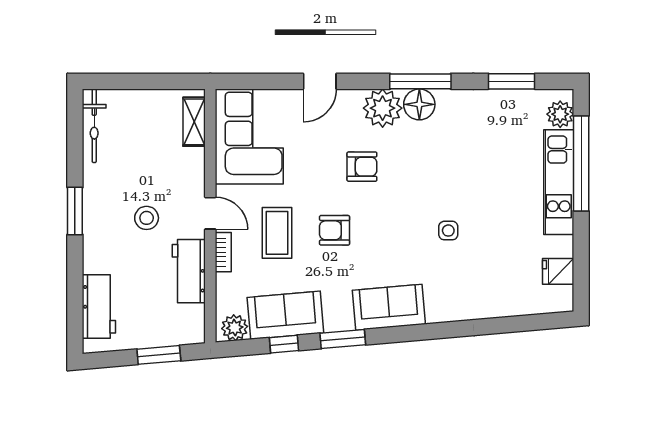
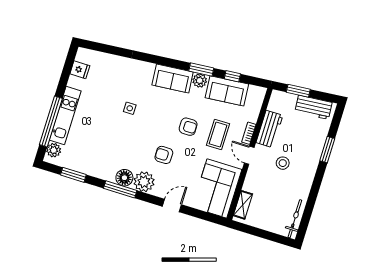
window: (75, 211) -> (327, 150), moved
workbench: (99, 306) -> (313, 107), moved, turned -95
plant: (235, 328) -> (200, 81), moved

